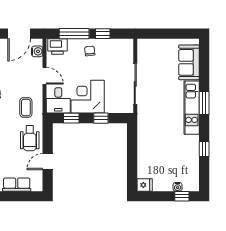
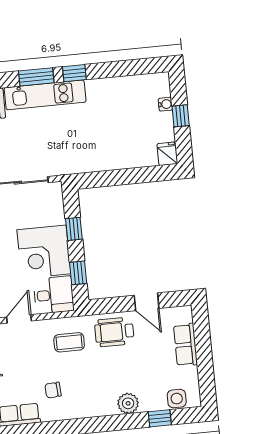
wheelchair: (30, 138) -> (114, 332), turned 180
window: (204, 149) -> (74, 73), moved
window: (182, 196) -> (181, 116), moved

